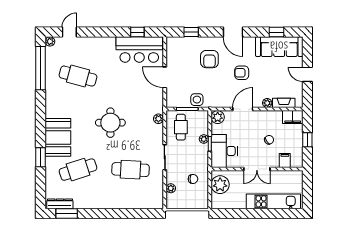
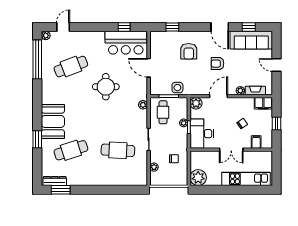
door: (233, 32) -> (220, 27), moved
cafe table: (78, 76) -> (71, 67), turned -36
round table: (110, 123) -> (106, 87), moved
plant: (220, 185) -> (198, 178), moved

